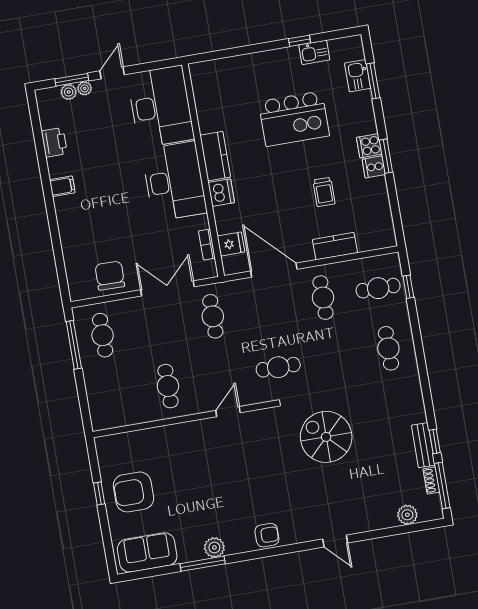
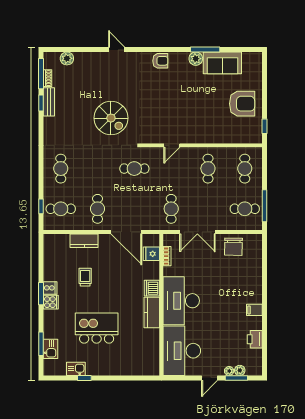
cafe table: (103, 335) -> (245, 209), turned 90
cafe table: (113, 395) -> (245, 169), added
window: (99, 493) -> (264, 126), moved
armchair: (267, 535) -> (160, 61), turned 180
sofa: (147, 552) -> (222, 63), moved

